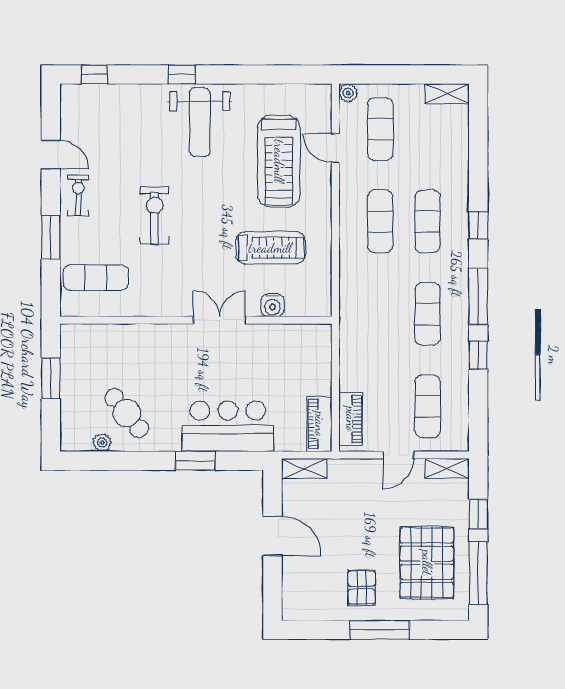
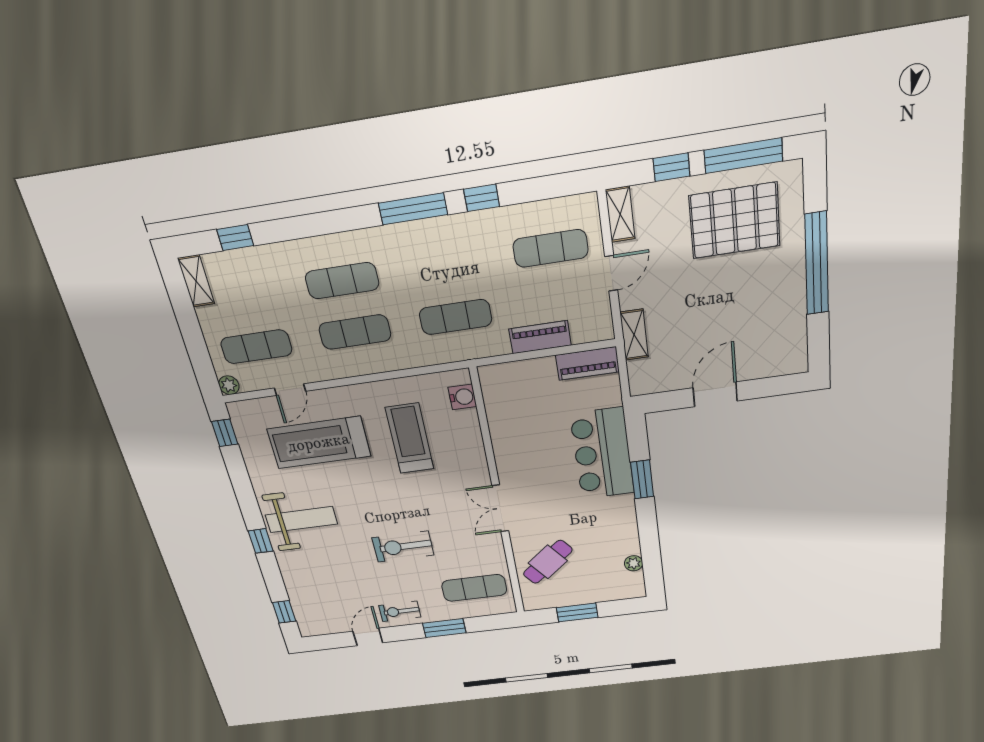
window: (302, 75) -> (225, 433), added
treadmill: (279, 161) -> (319, 443), turned 180
window: (478, 226) -> (235, 238), moved
exercise mat: (96, 278) -> (474, 588), turned 90
water cooler: (272, 305) -> (462, 397), moved
exercise mat: (428, 314) -> (456, 317), moved
double door: (220, 320) -> (500, 508), moved
cafe table: (127, 413) -> (548, 562), moved
piano: (351, 419) -> (540, 337), moved
door: (398, 455) -> (611, 273), hinge flipped
shelving: (304, 469) -> (634, 335), moved
pallet: (362, 588) -> (768, 292), removed
window: (380, 630) -> (817, 264), width x1.46

